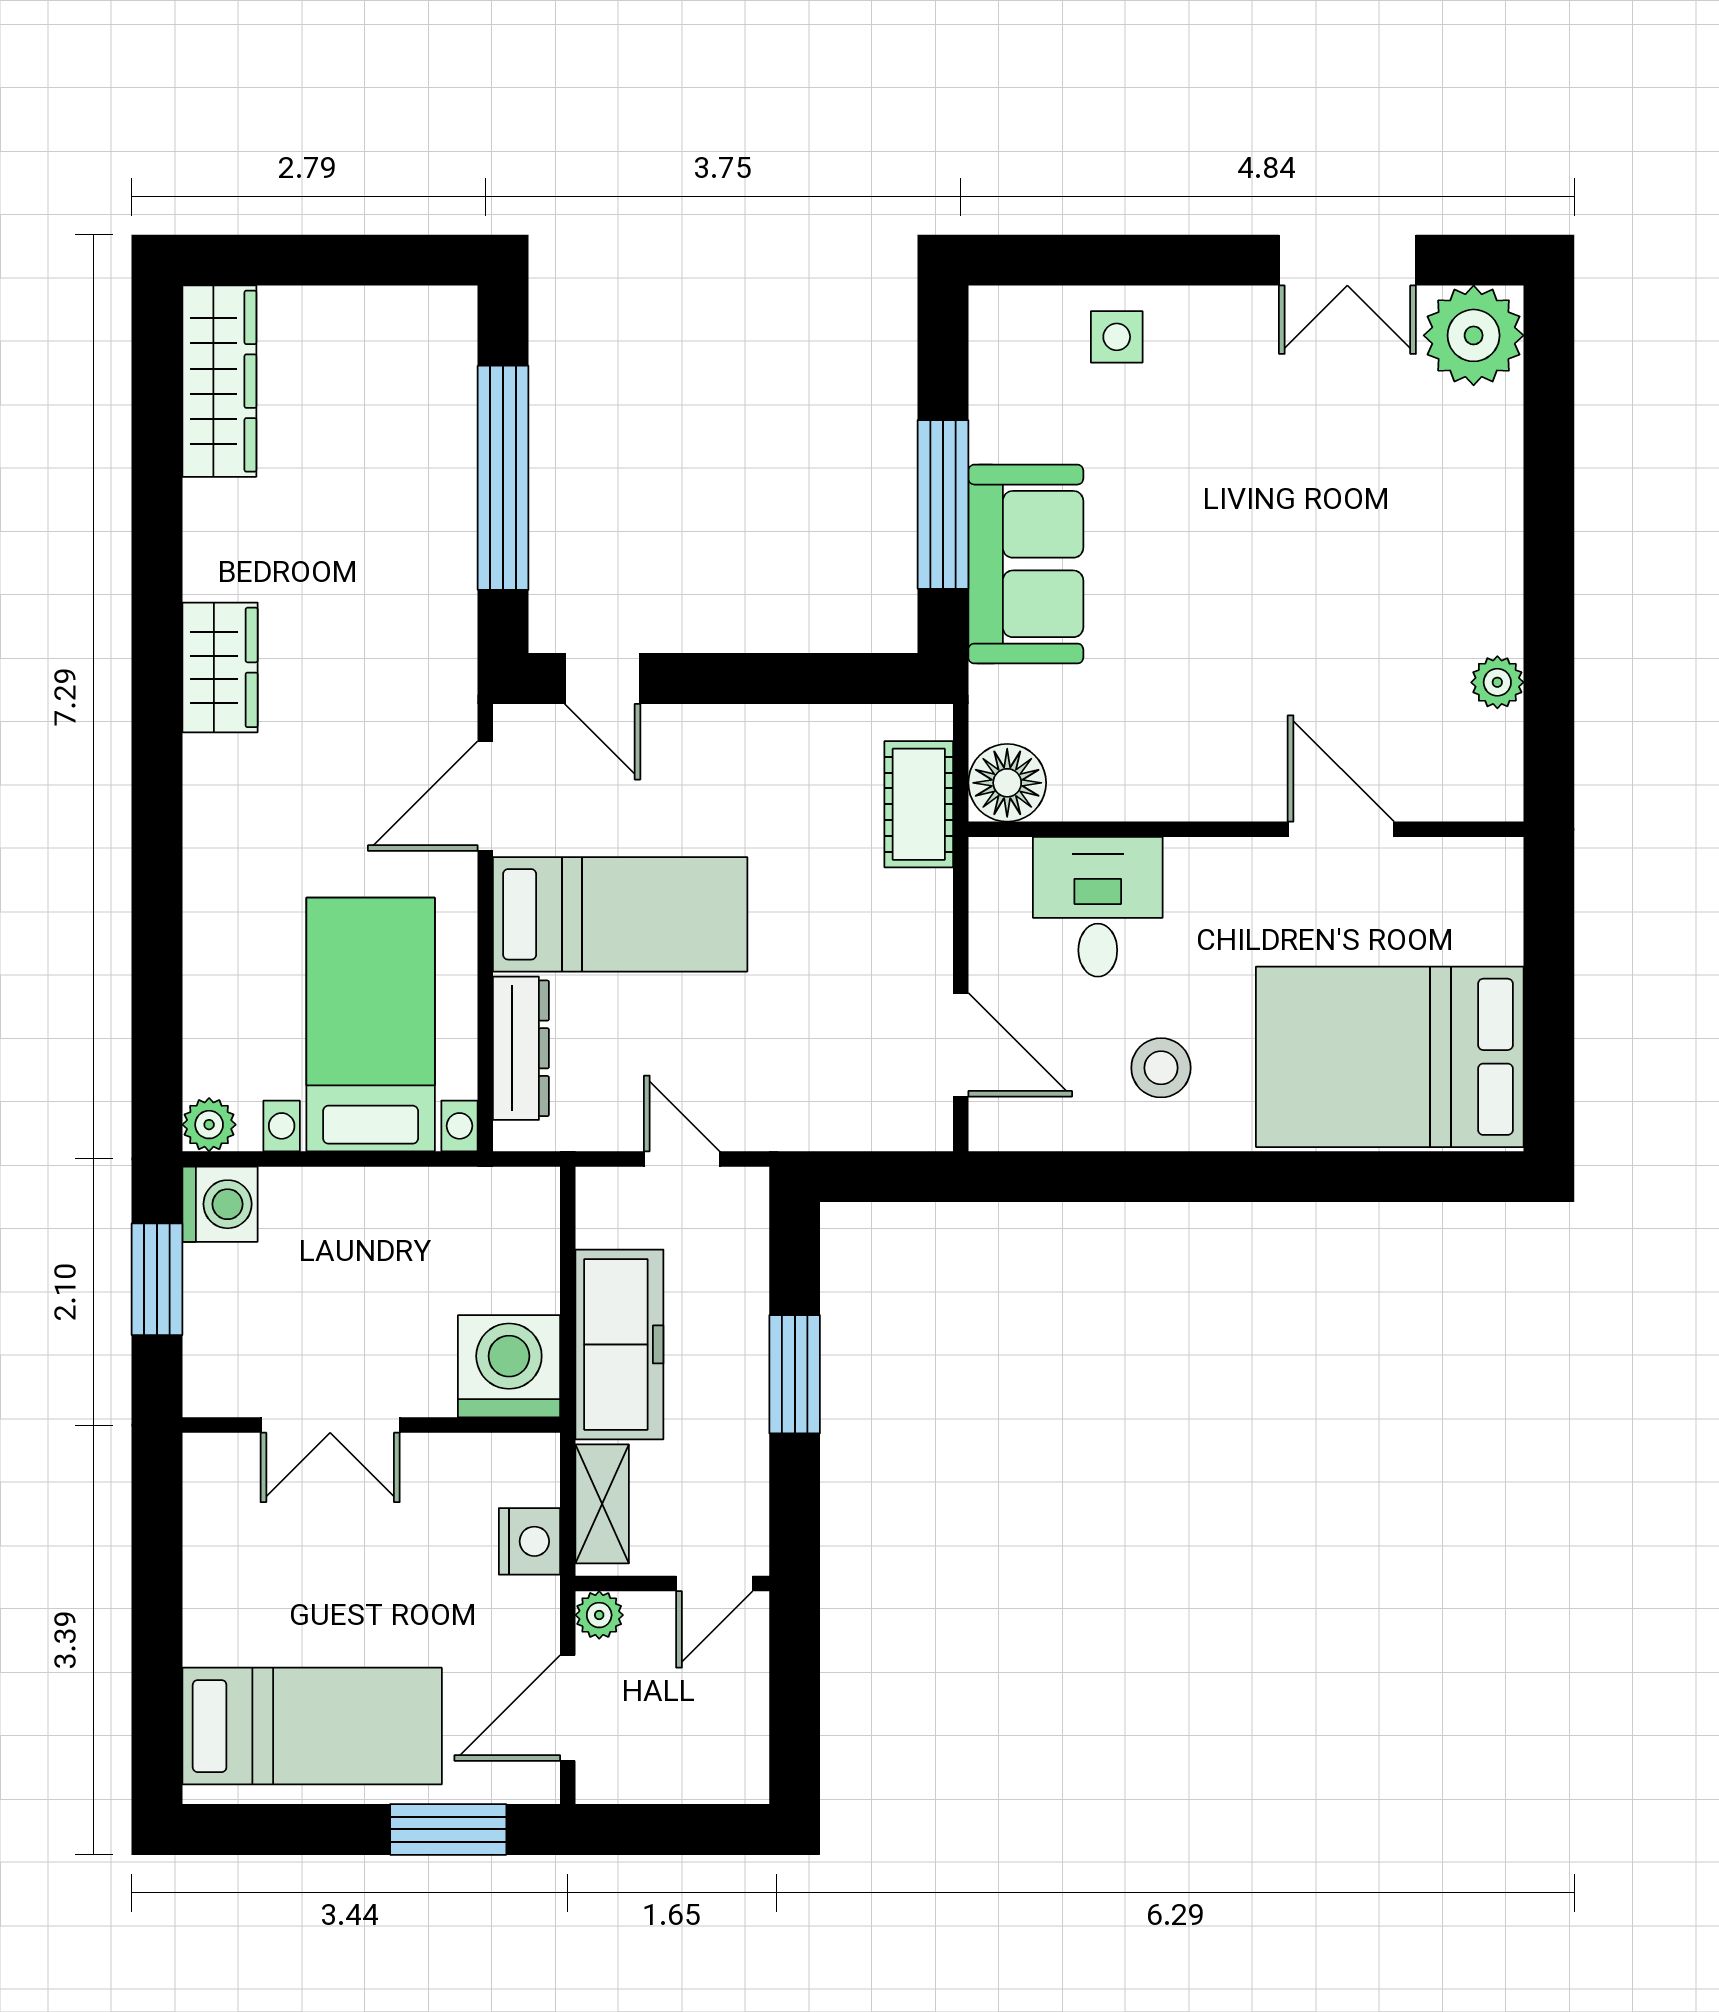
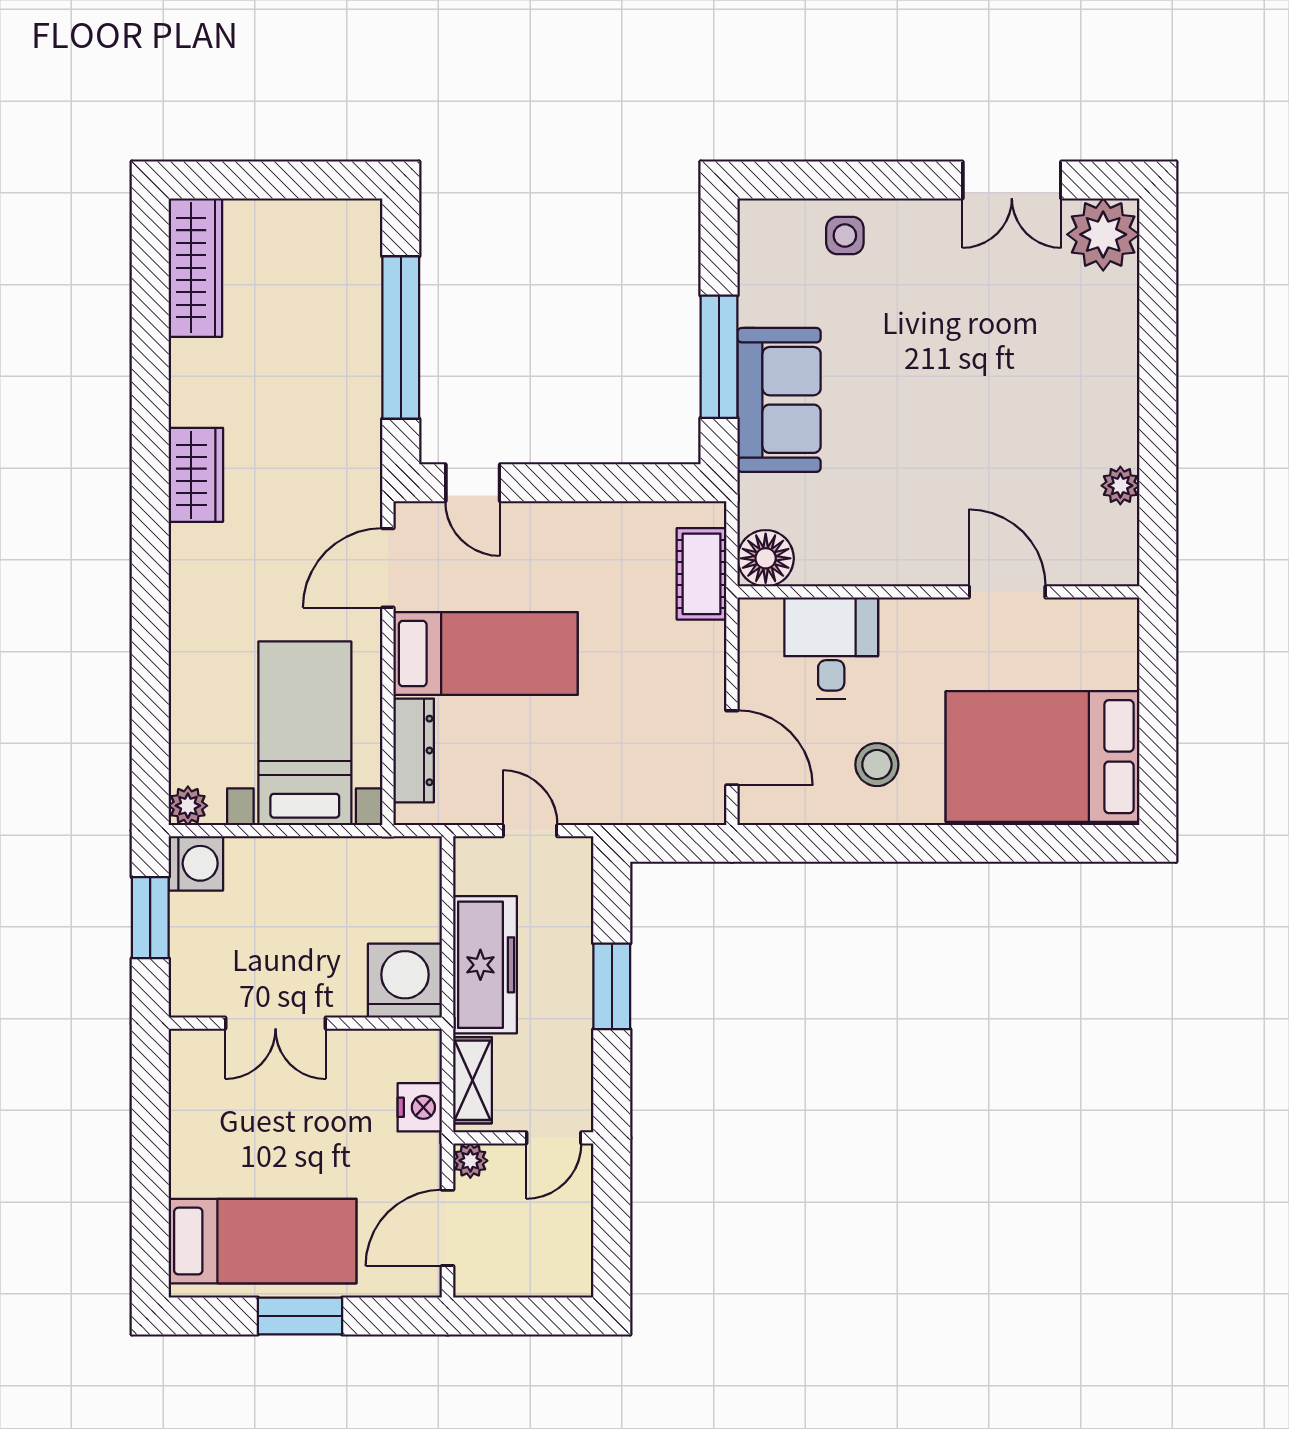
window: (448, 1829) -> (300, 1316), moved

